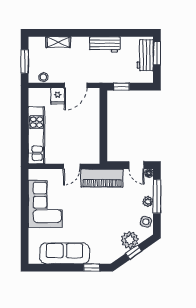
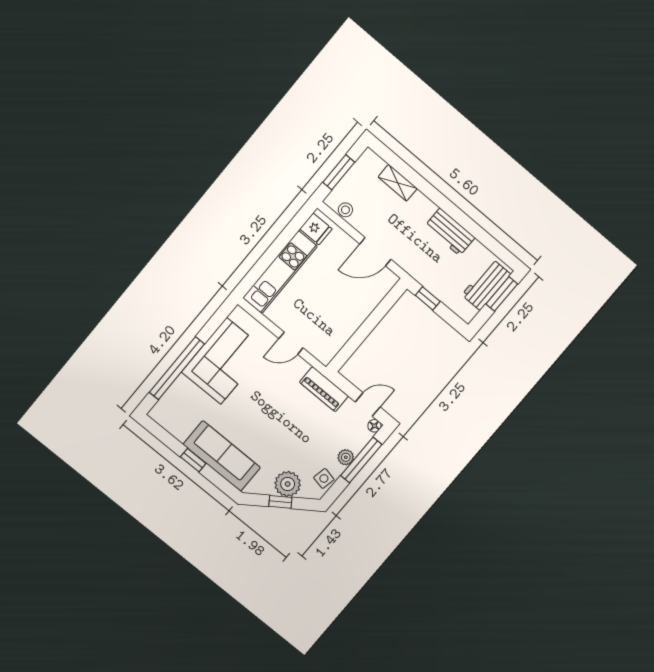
fridge: (58, 96) -> (316, 229), moved, turned -90
door: (136, 165) -> (368, 404), swing flipped
piano: (102, 178) -> (324, 389), width x0.73, depth x0.75
window: (25, 227) -> (177, 368), added
sofa: (65, 253) -> (222, 456), moved
window: (92, 268) -> (193, 460), moved

